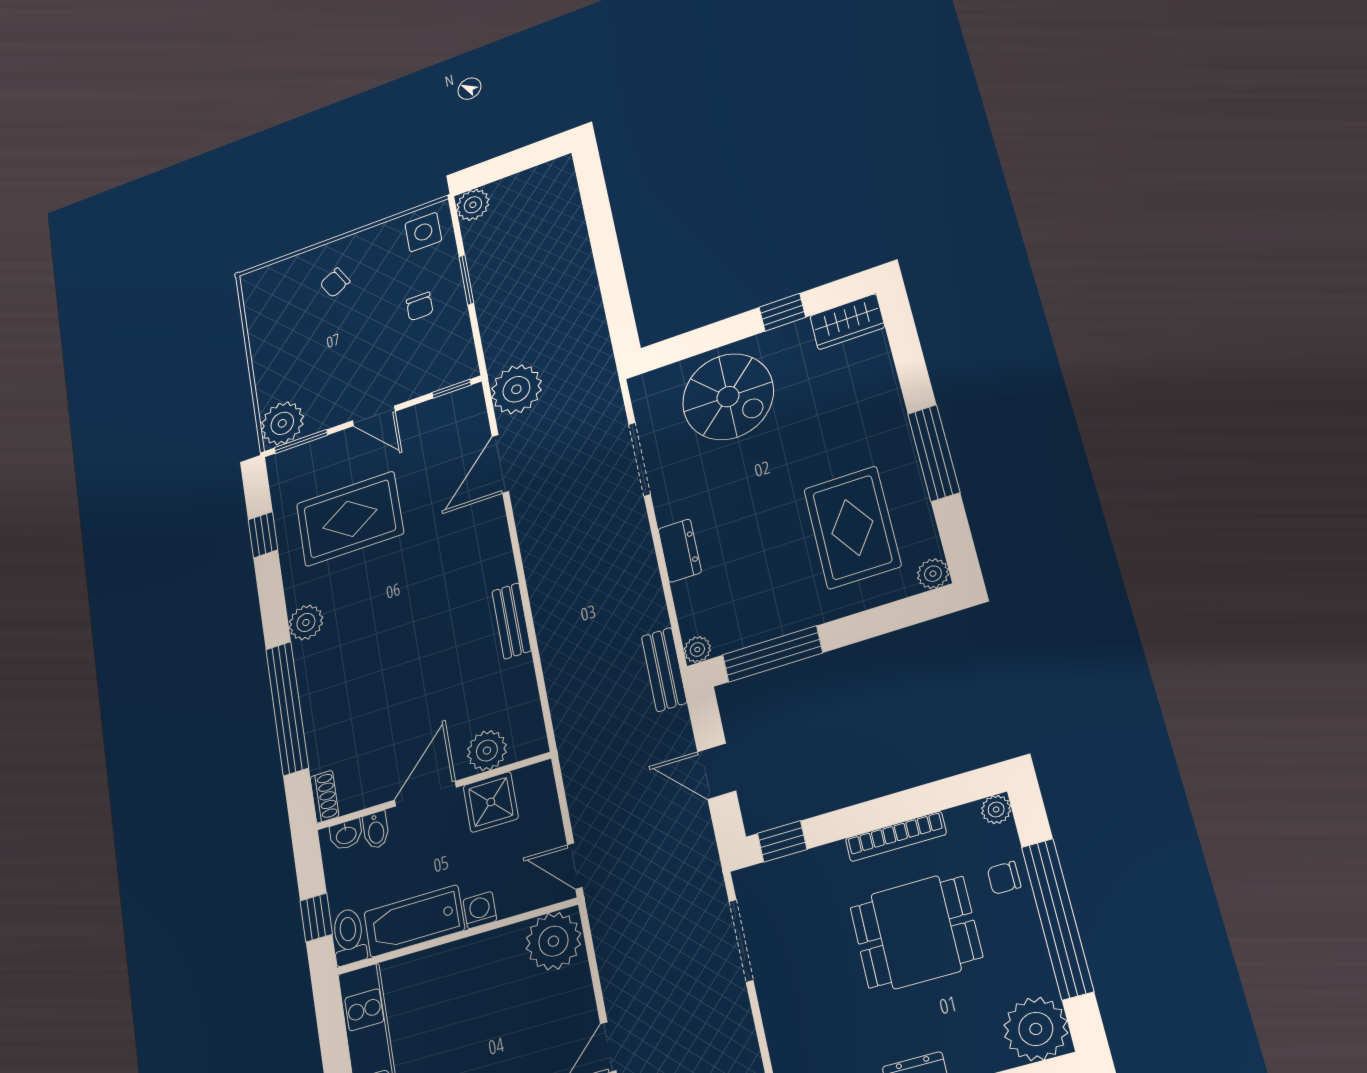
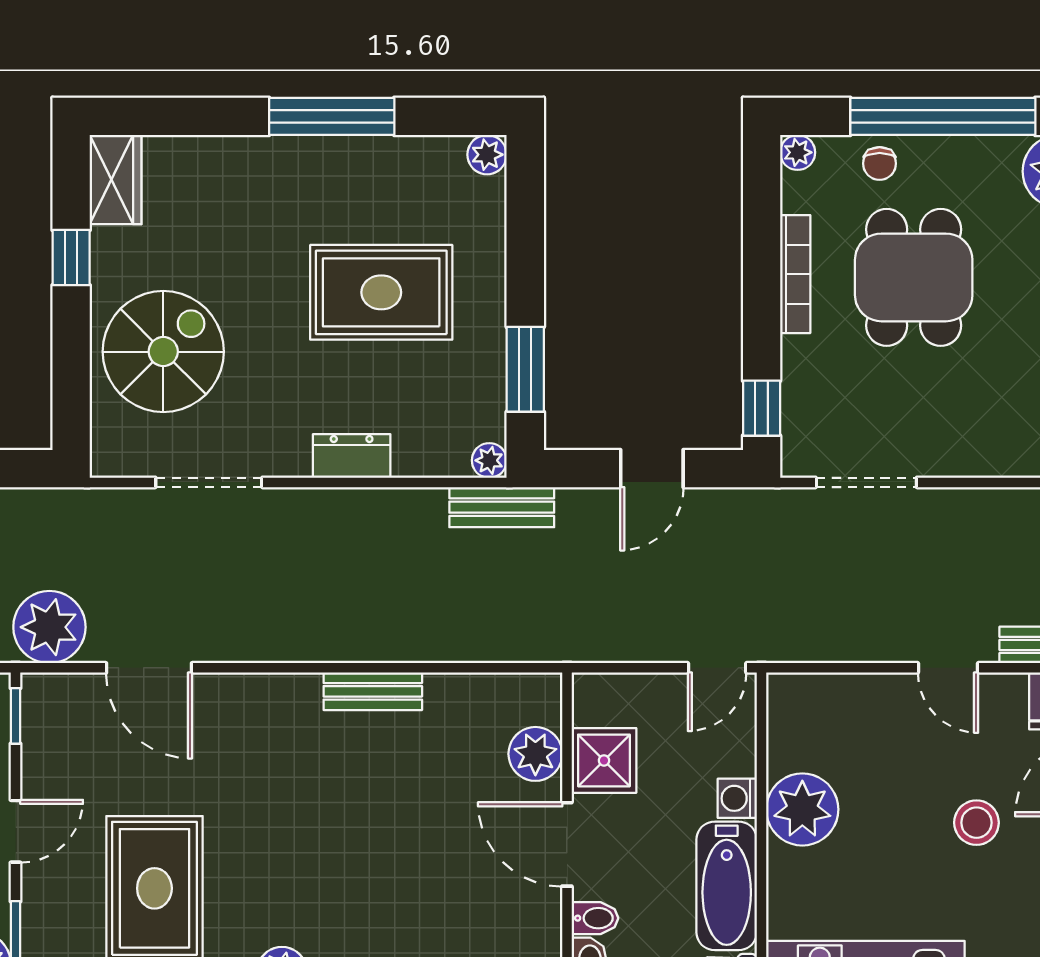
rug: (852, 527) -> (381, 292), moved
window: (772, 654) -> (525, 369), width x0.69
plant: (553, 941) -> (802, 809), moved

